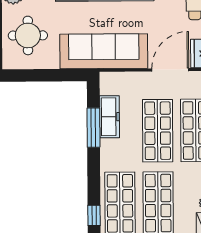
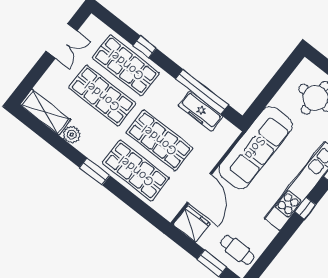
window: (93, 128) -> (202, 92), width x1.46
window: (94, 215) -> (145, 47), moved

